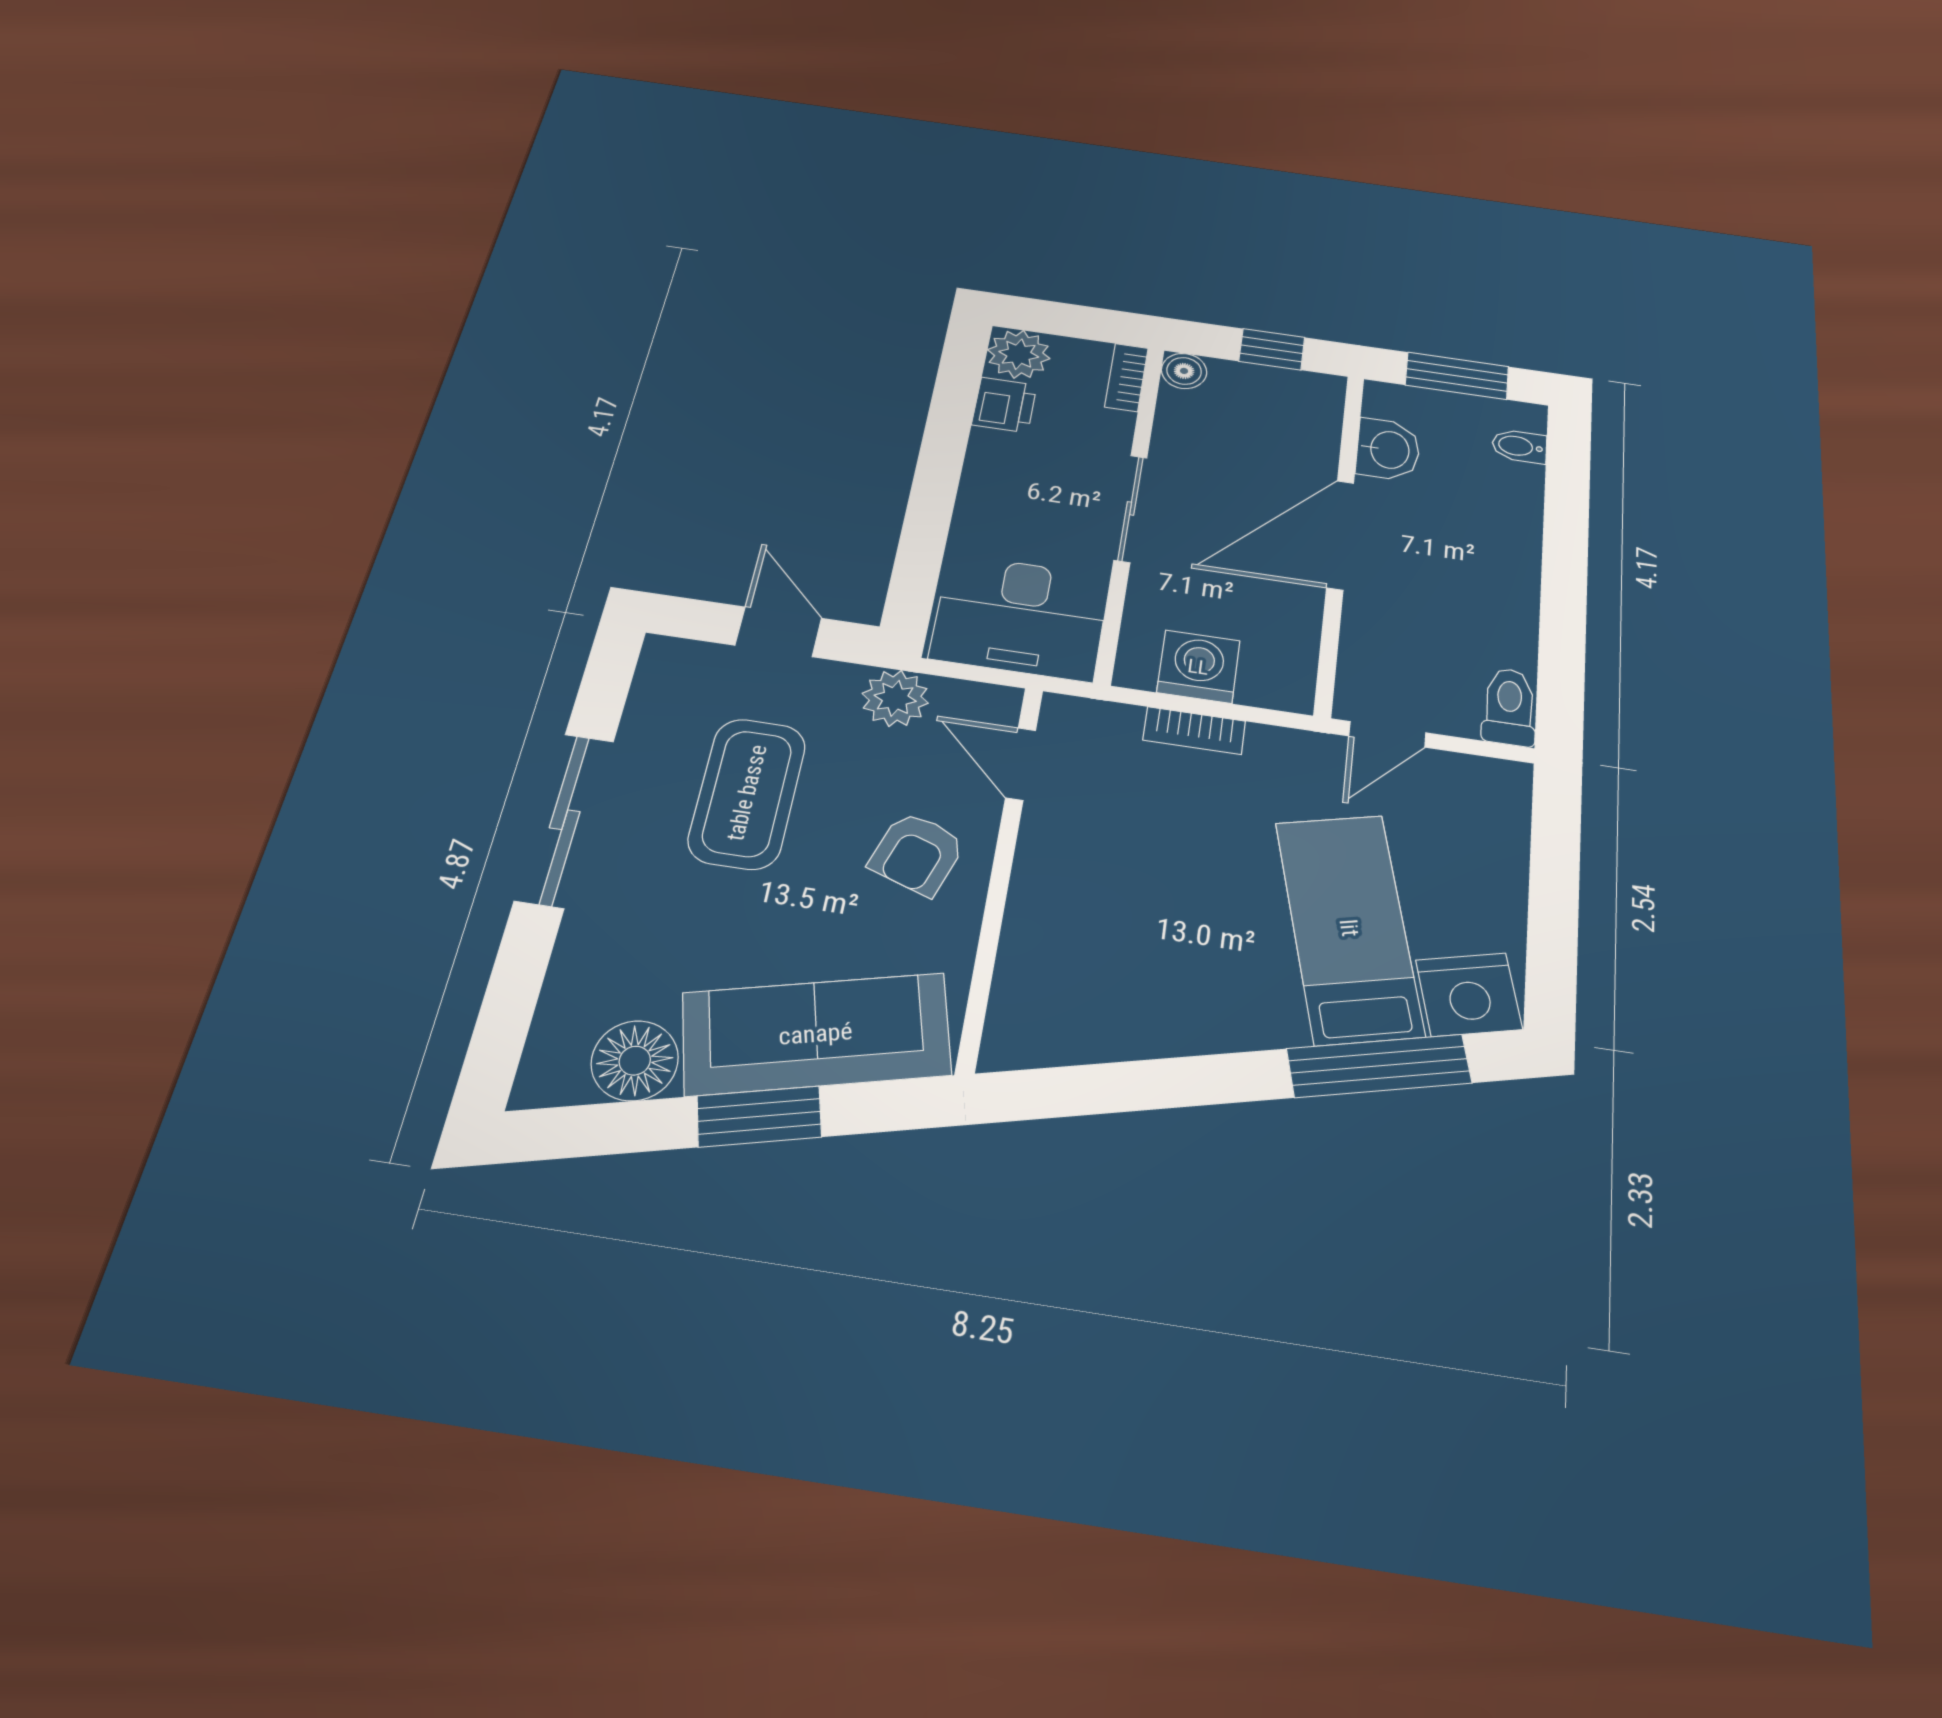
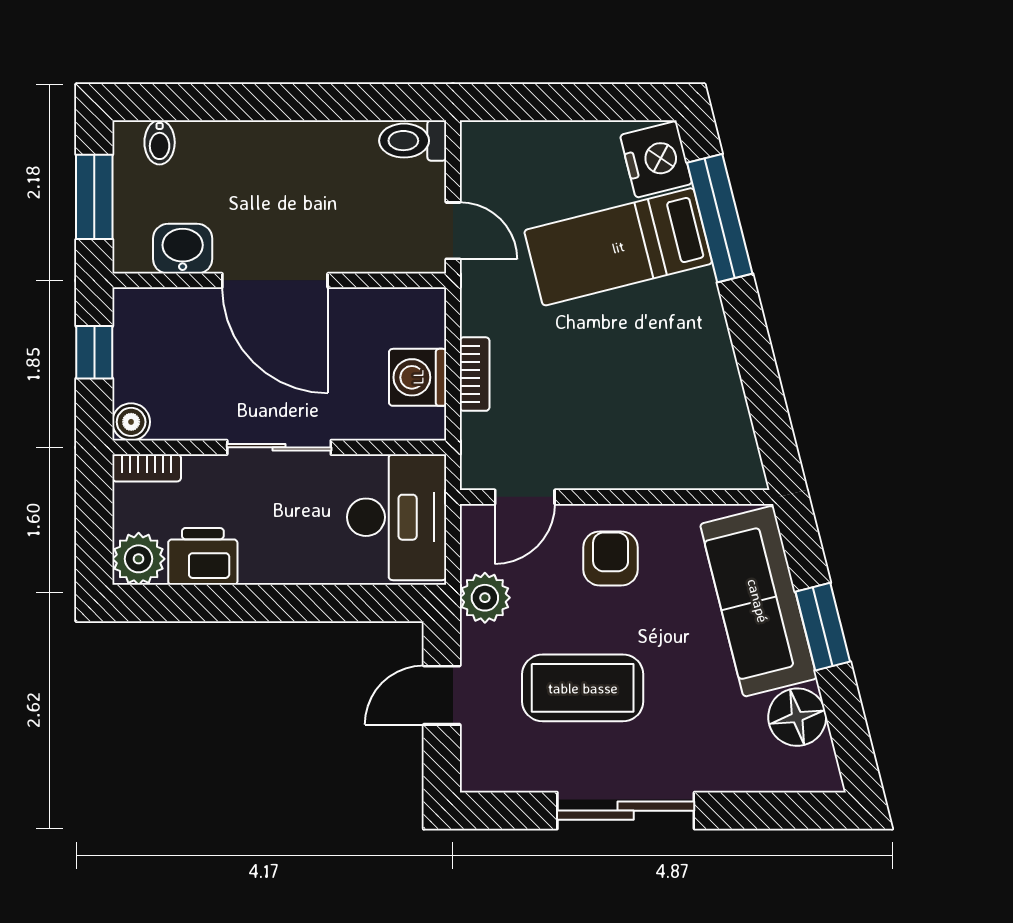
printer: (1004, 405) -> (203, 556), width x1.36, depth x1.24
armchair: (917, 853) -> (611, 558), turned -109

